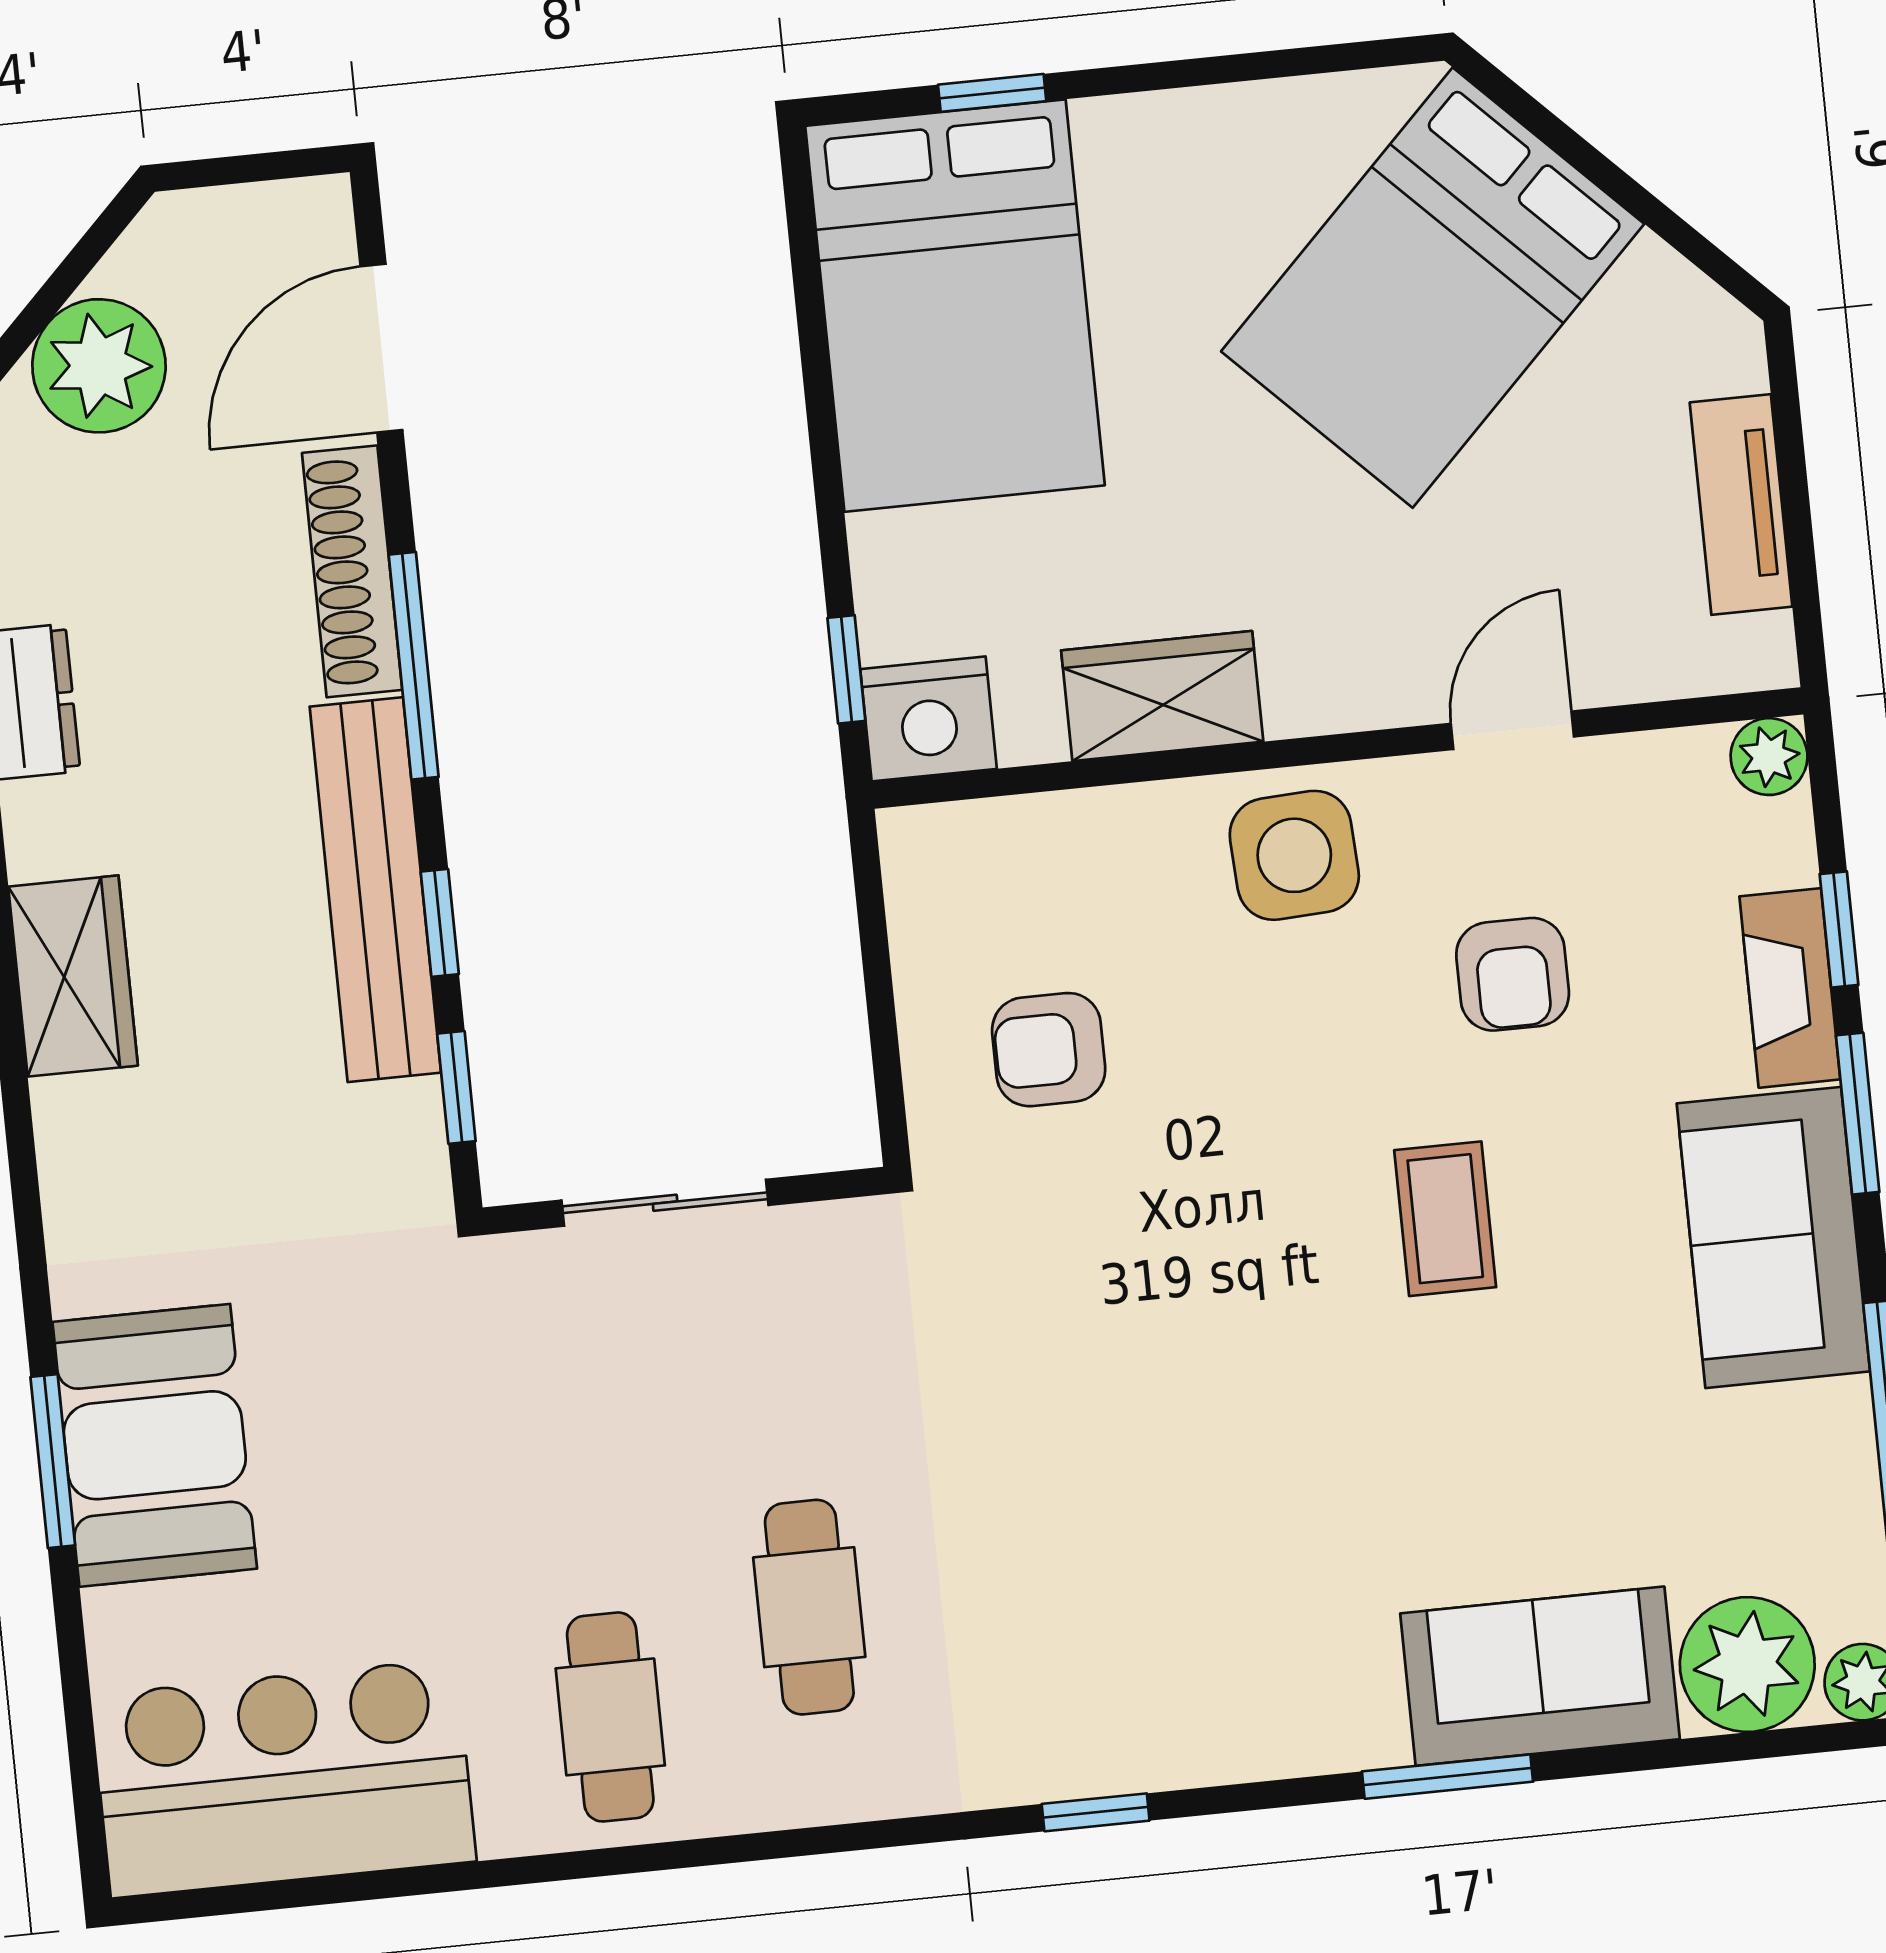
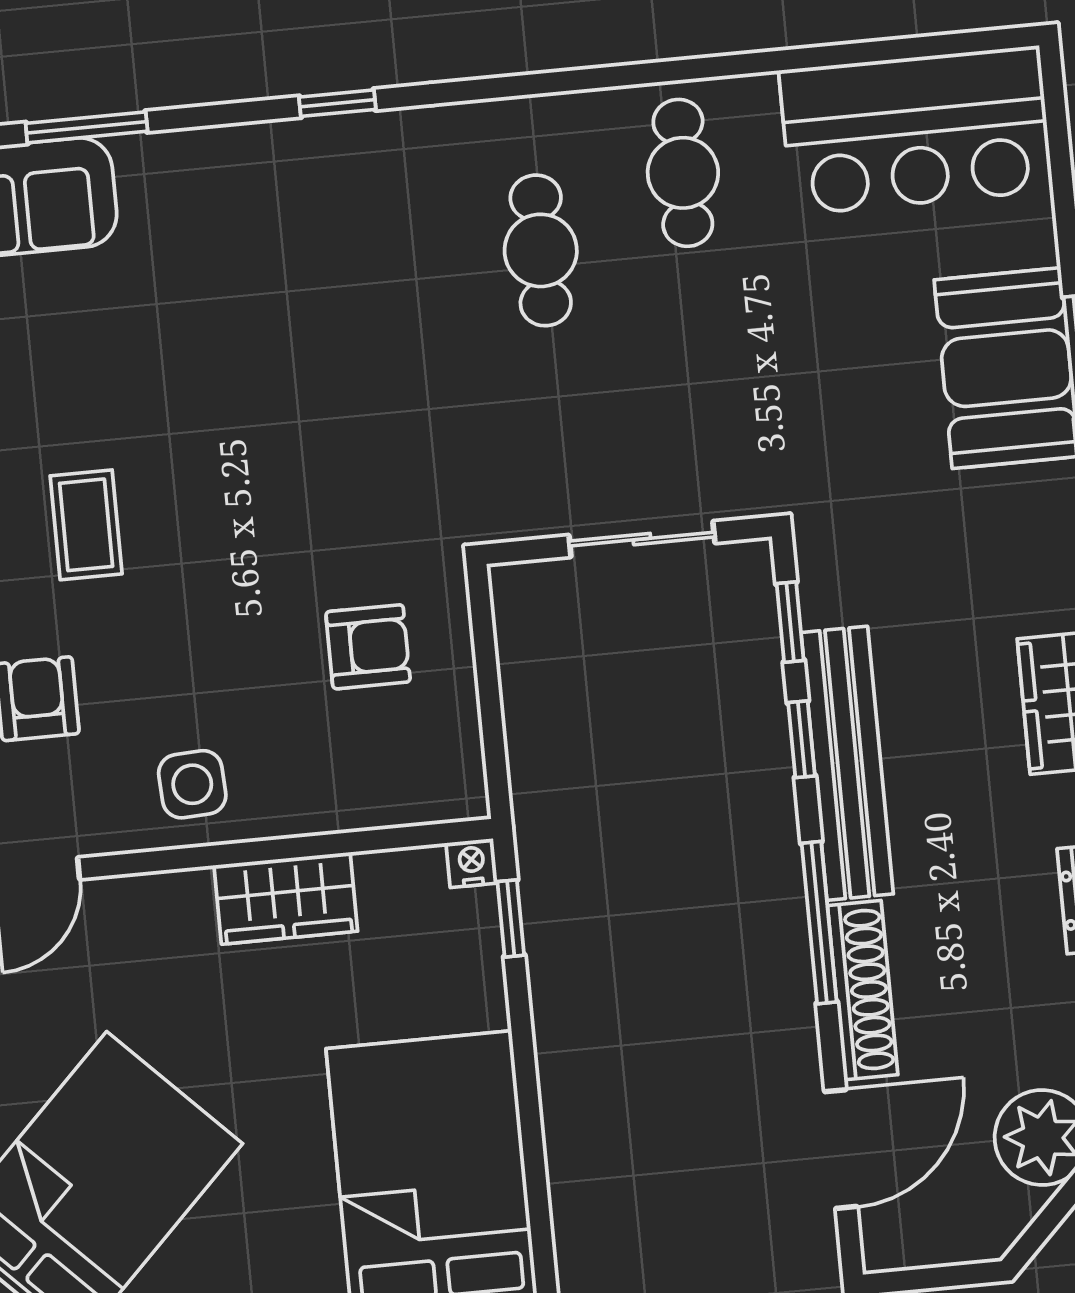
nightstand: (929, 719) -> (472, 863), width x0.53, depth x0.56
side table: (1294, 855) -> (192, 784), width x0.73, depth x0.73

